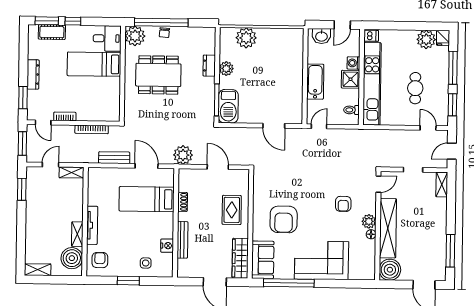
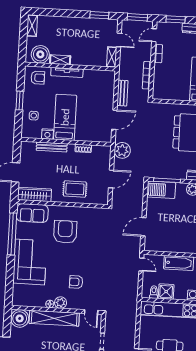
shower: (351, 79) -> (166, 292), moved
bed: (147, 199) -> (65, 117), moved
armchair: (284, 219) -> (65, 232), turned 90

